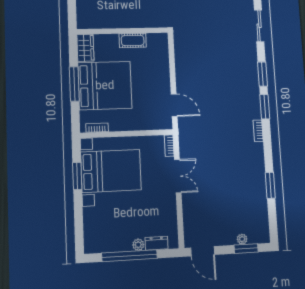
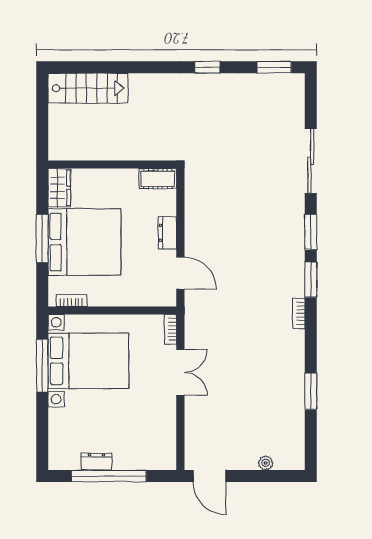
sliding door: (259, 26) -> (311, 161), width x1.37
cot: (133, 40) -> (158, 179), moved
dresser: (164, 77) -> (167, 233), added
window: (77, 176) -> (42, 366), width x1.44
dresser: (156, 243) -> (96, 462), moved
plant: (138, 245) -> (121, 462), removed
window: (246, 249) -> (270, 476), removed

